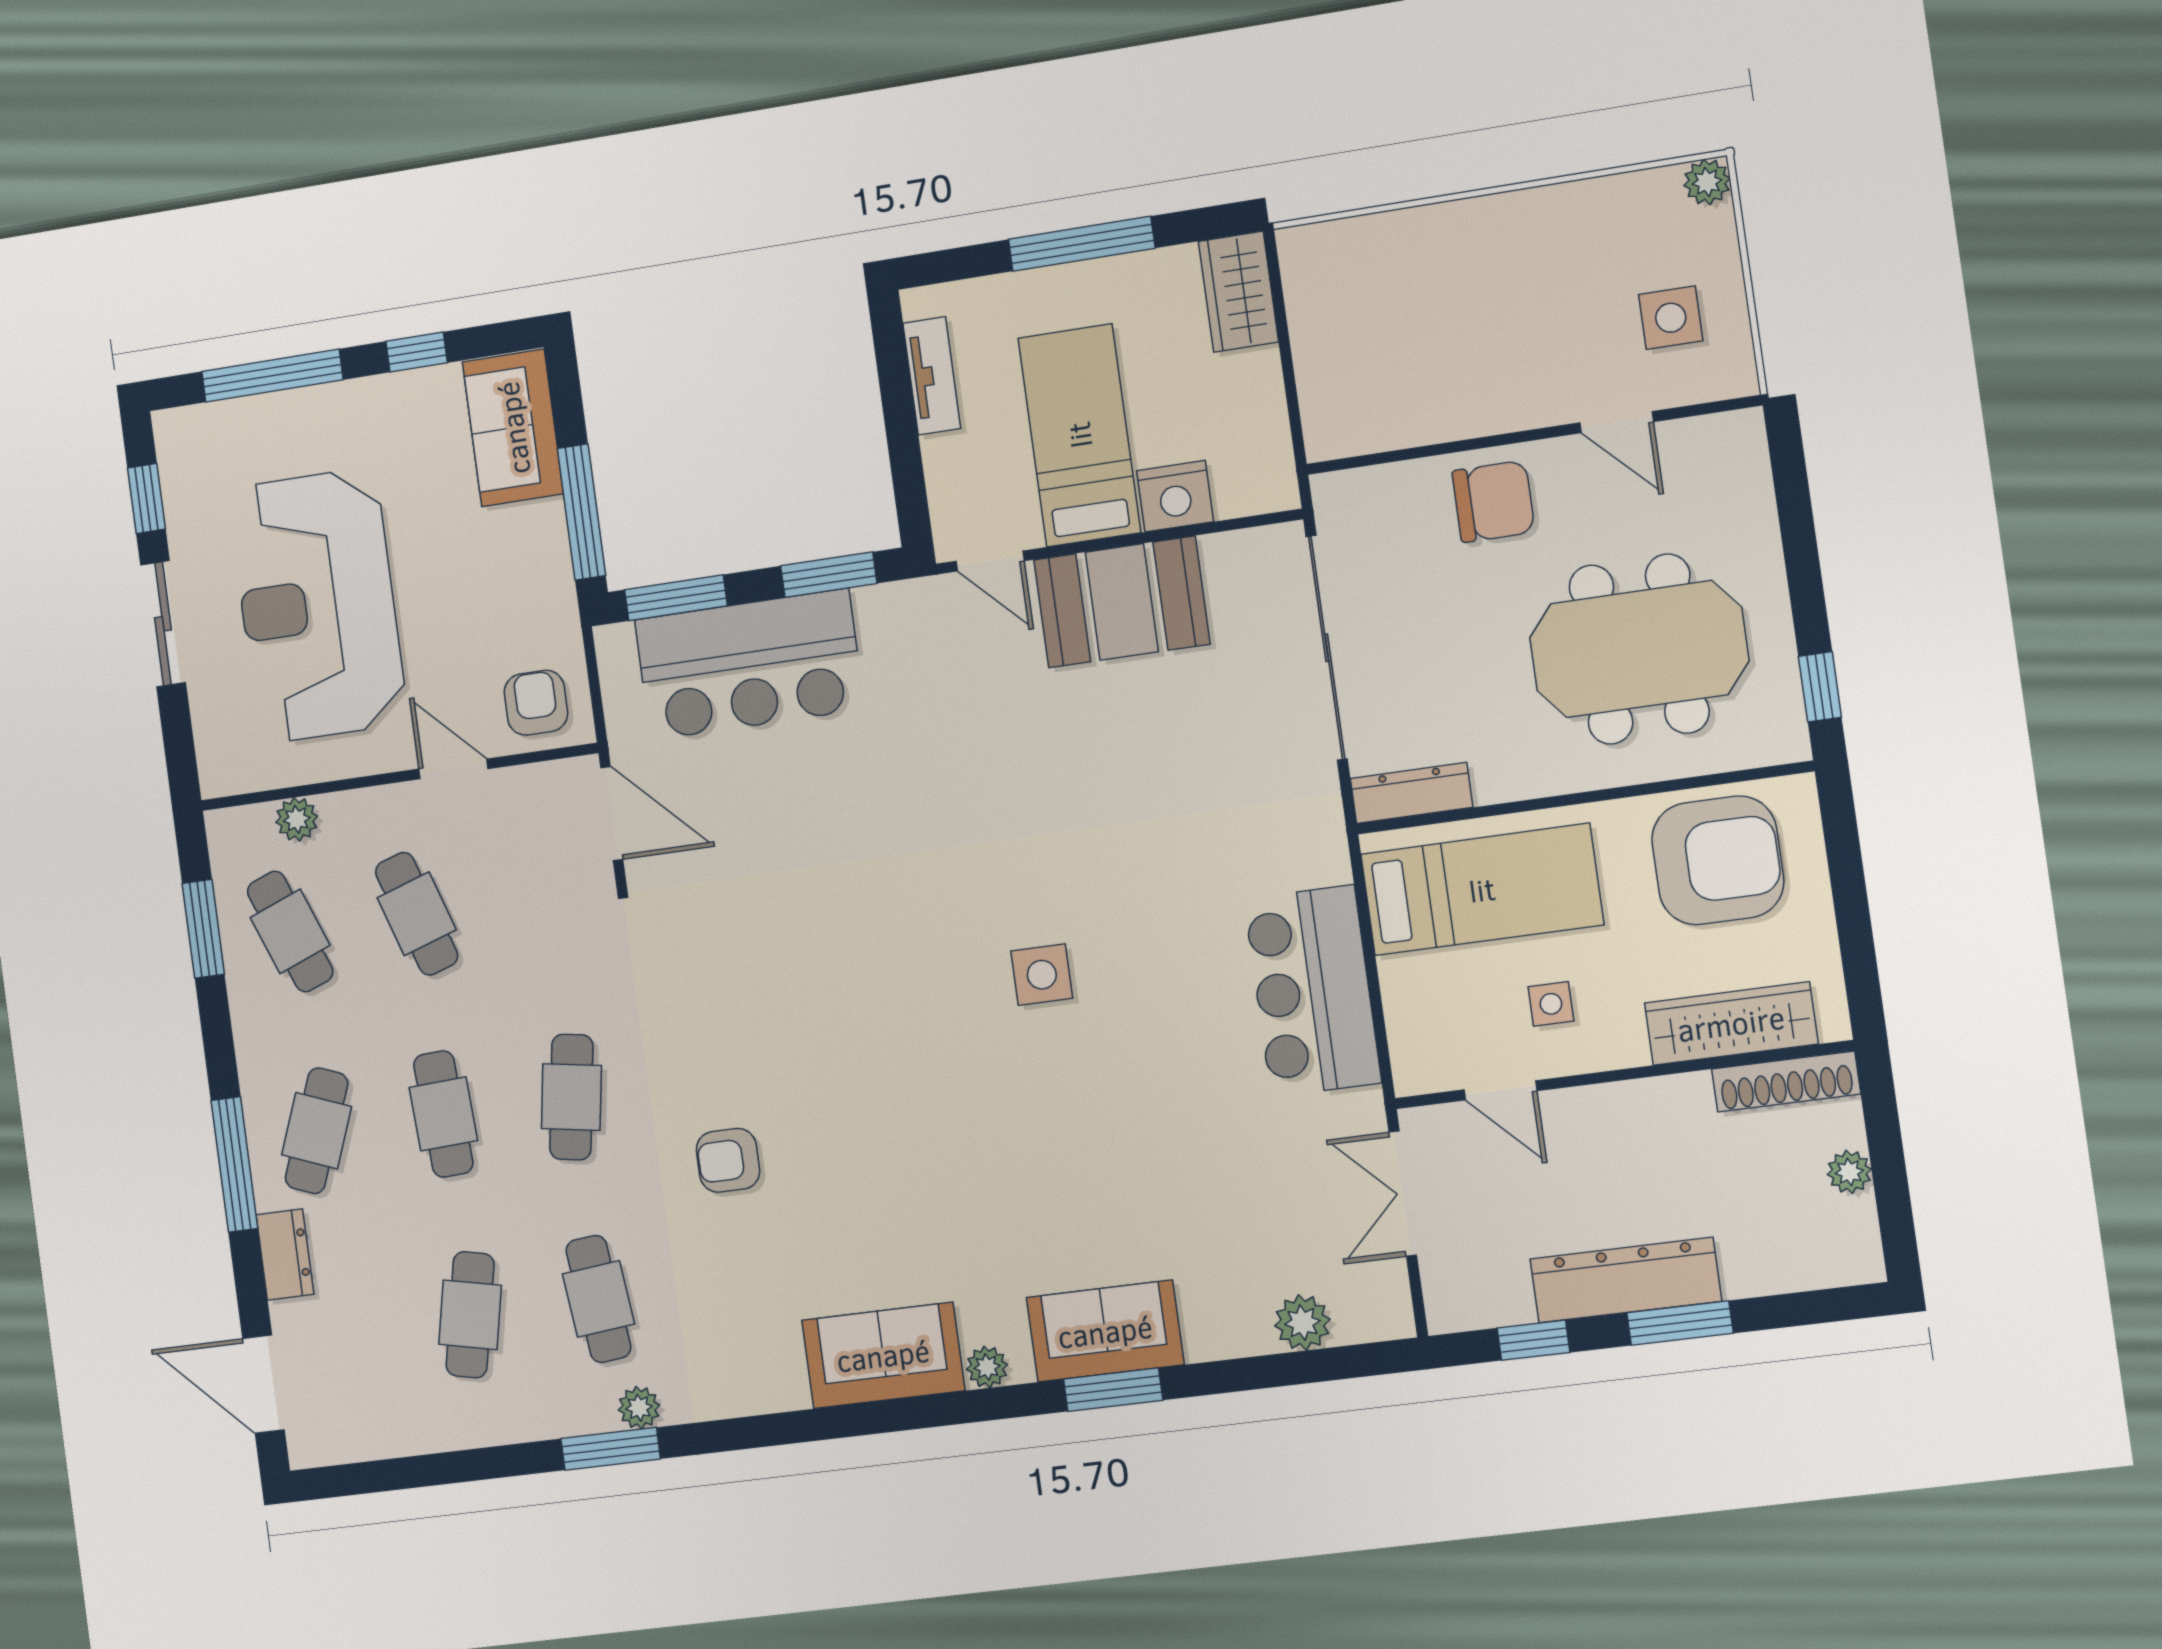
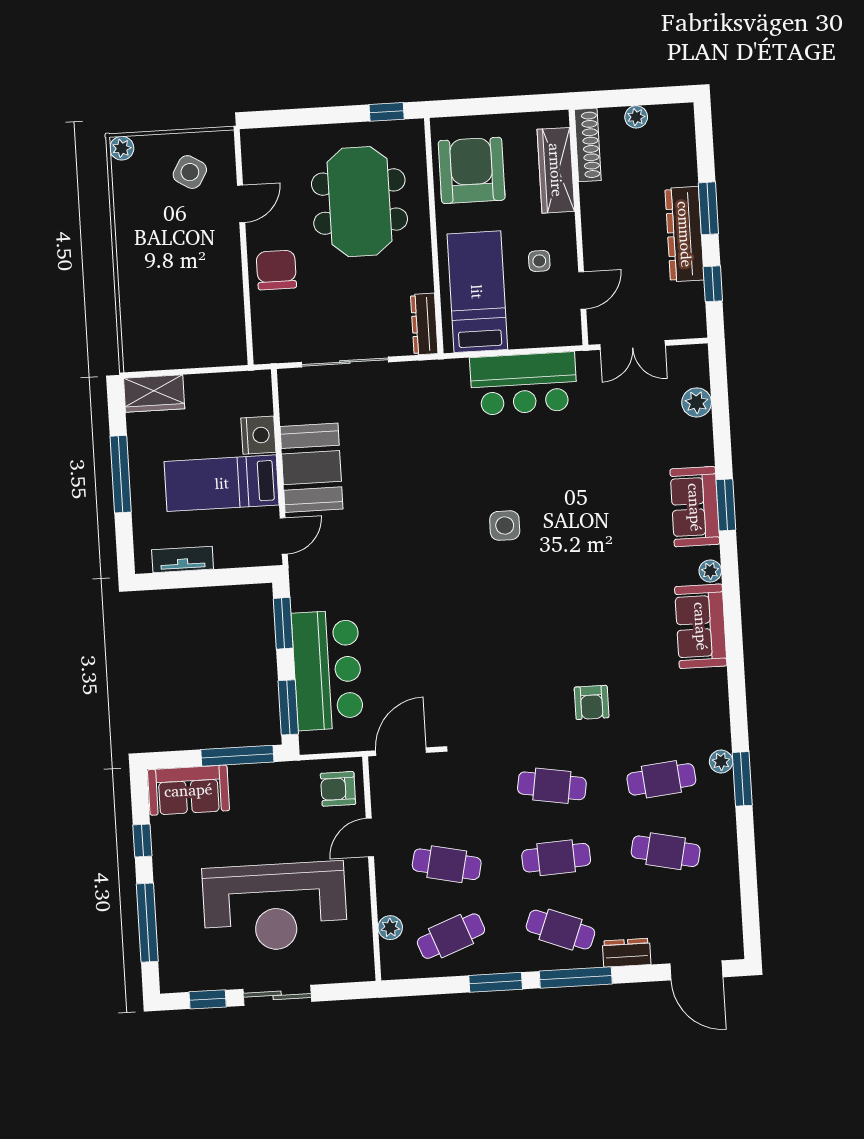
side table: (1671, 318) -> (190, 172), turned 31
sliding door: (1327, 648) -> (345, 362), width x0.73
cafe table: (417, 914) -> (447, 864), turned 30
window: (203, 929) -> (496, 982), moved
door: (263, 1384) -> (696, 970), hinge flipped

